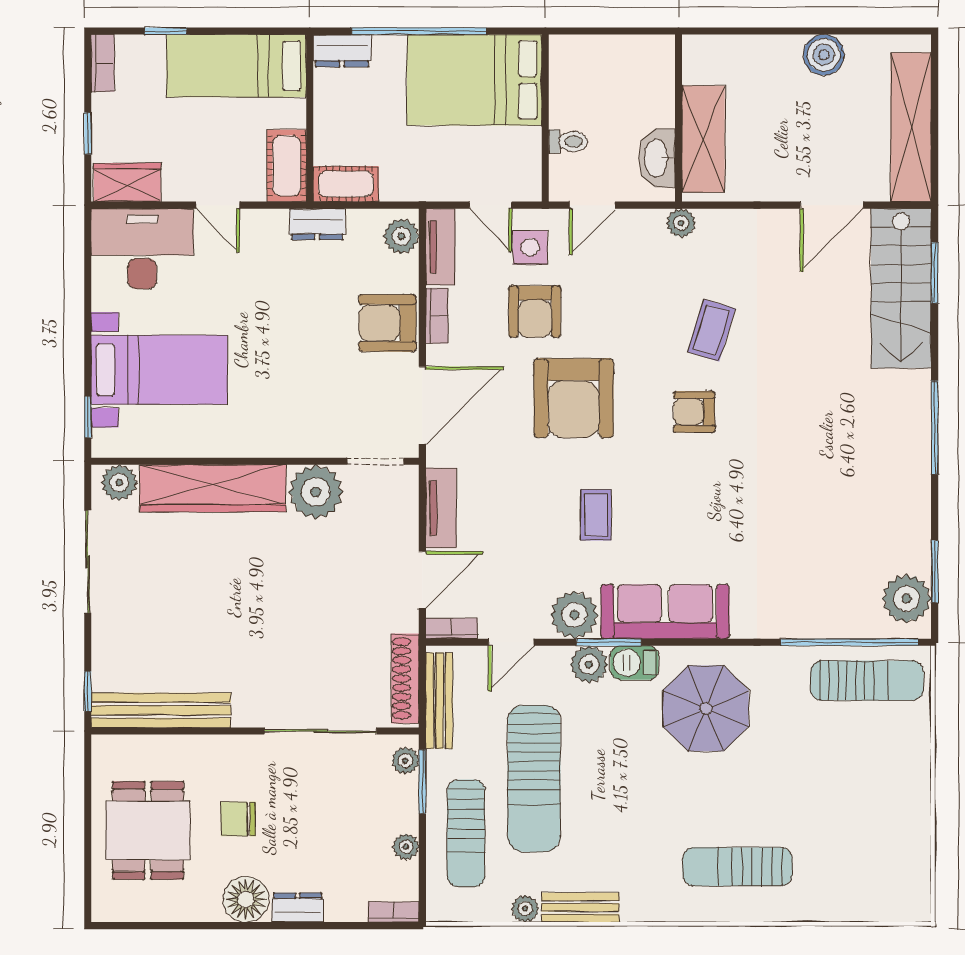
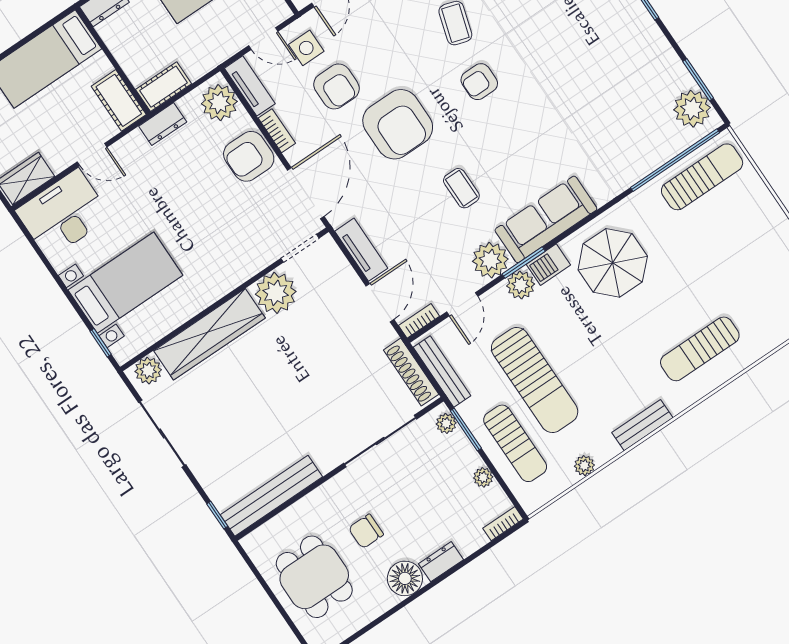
plant: (401, 236) -> (219, 103), width x1.36, depth x1.36
bench: (580, 907) -> (642, 425), moved

